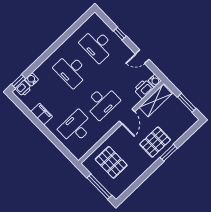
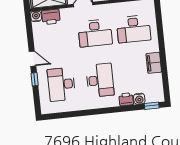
desk: (97, 45) -> (61, 84), turned 180
door: (142, 57) -> (32, 59), moved
printer: (23, 88) -> (126, 99), moved
desk: (102, 102) -> (95, 33), turned 180

